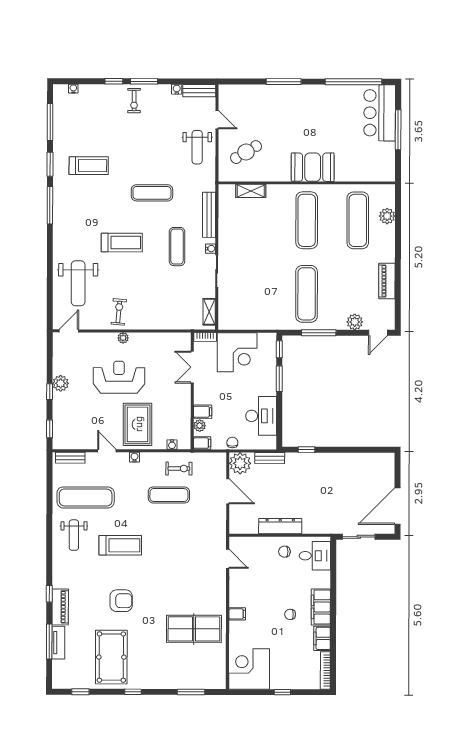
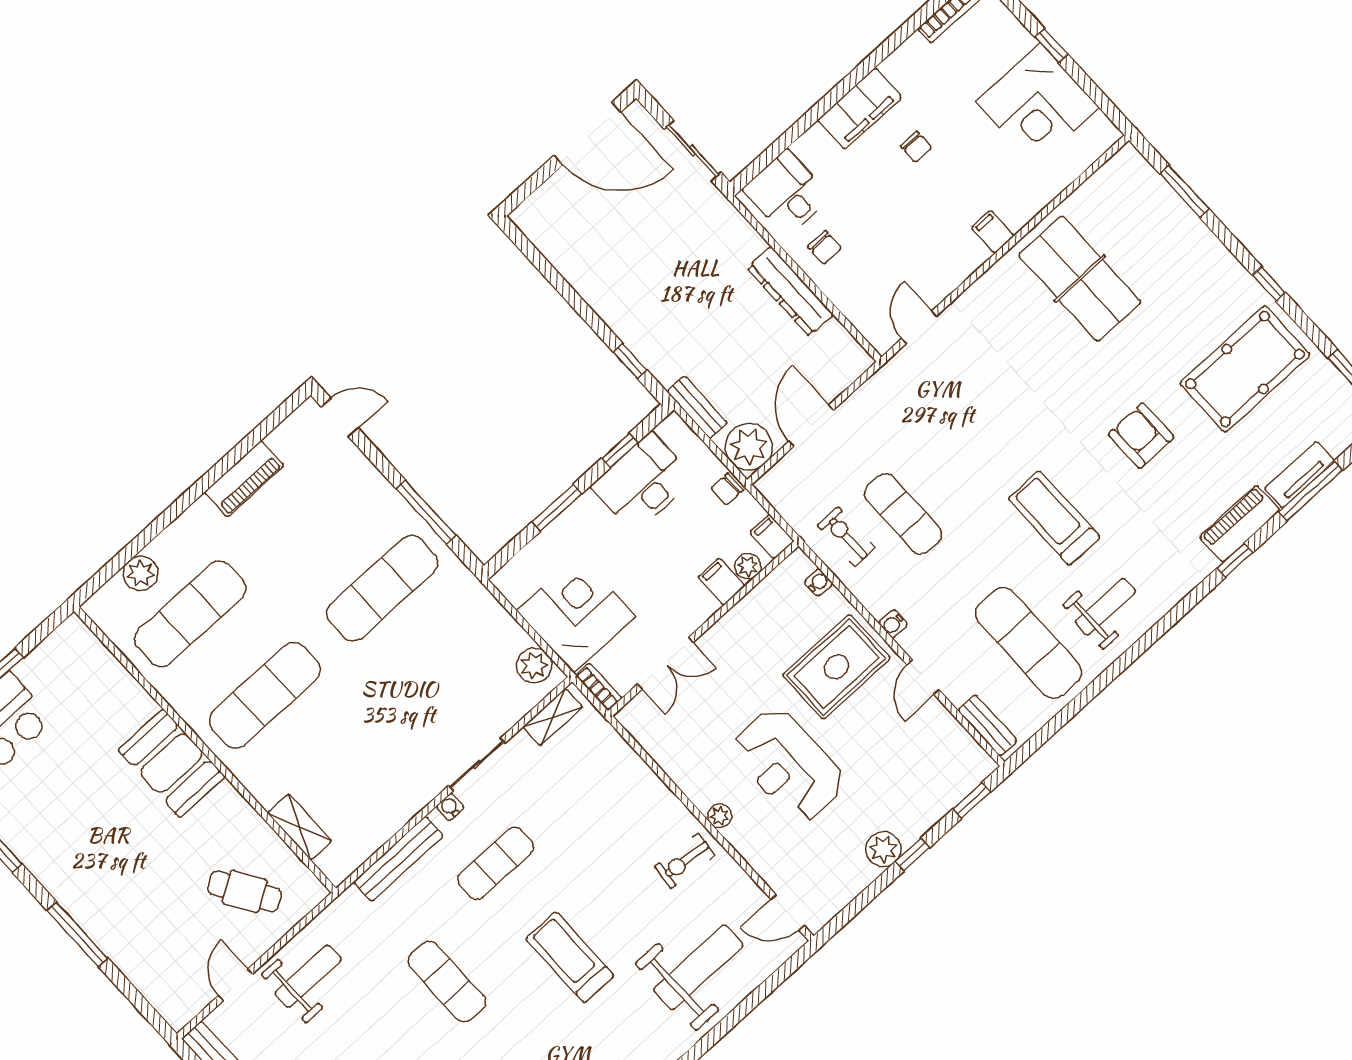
plant: (355, 322) -> (534, 665), moved
window: (279, 349) -> (620, 450), moved
filing cabinet: (322, 638) -> (908, 61), removed
corner desk: (249, 669) -> (1037, 104), moved

